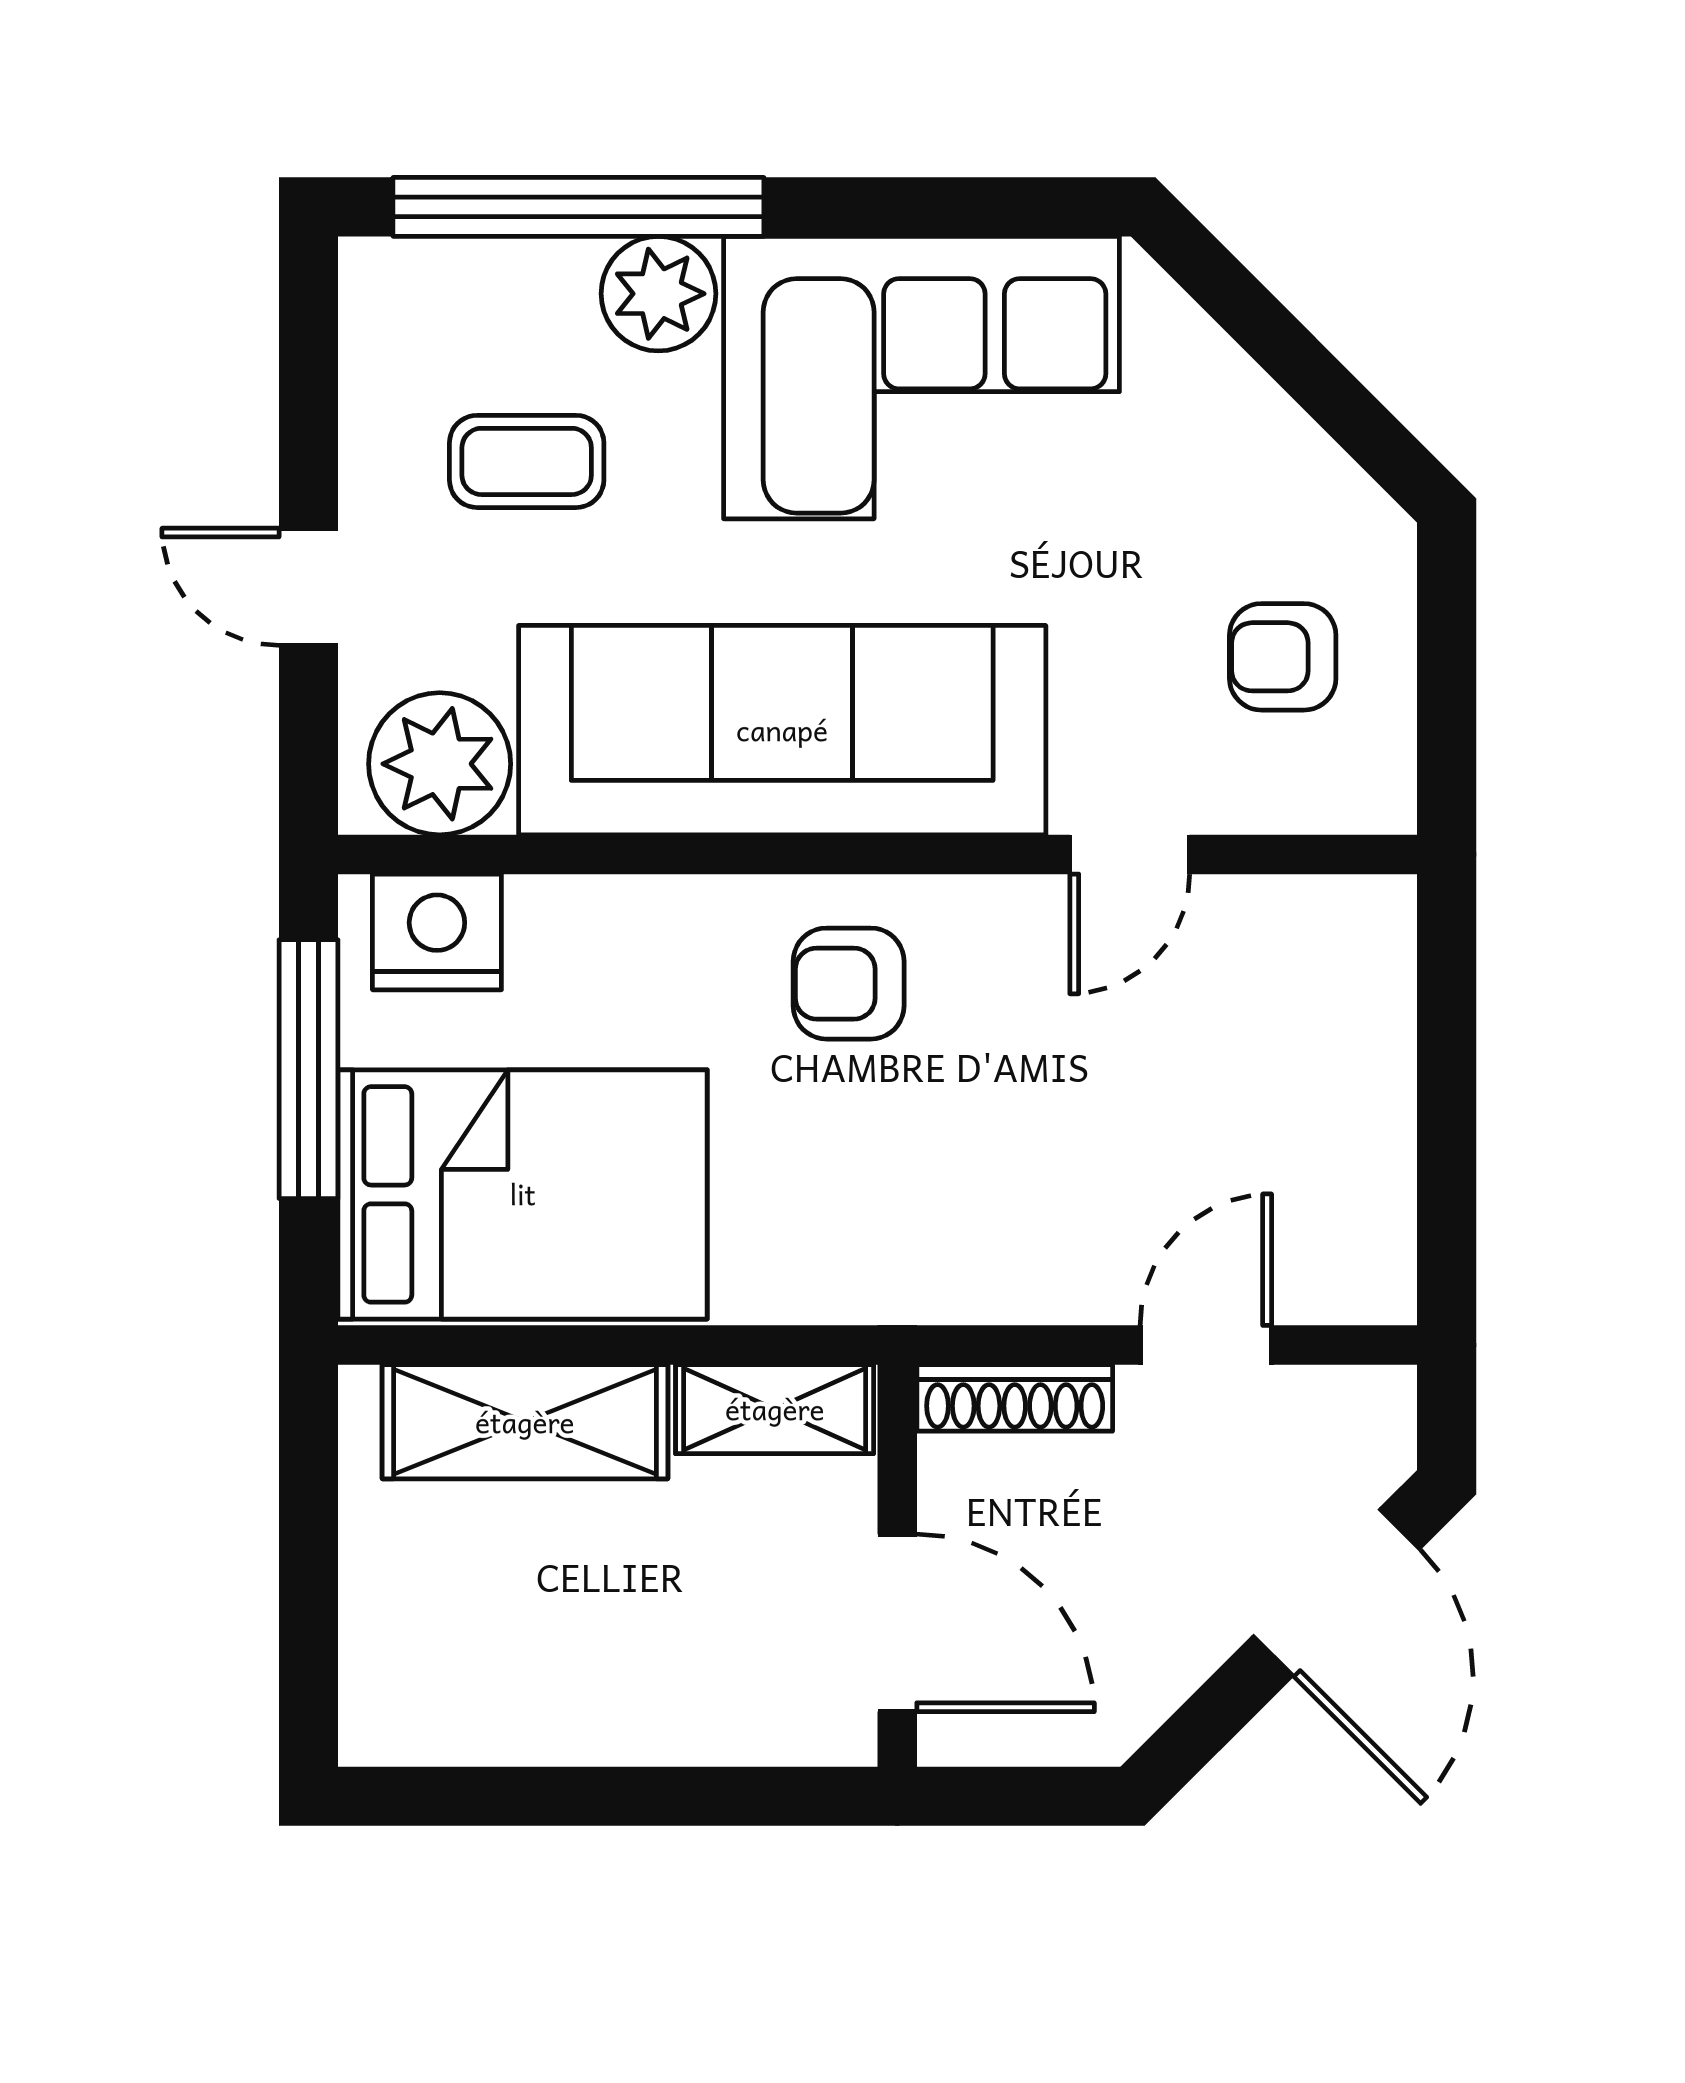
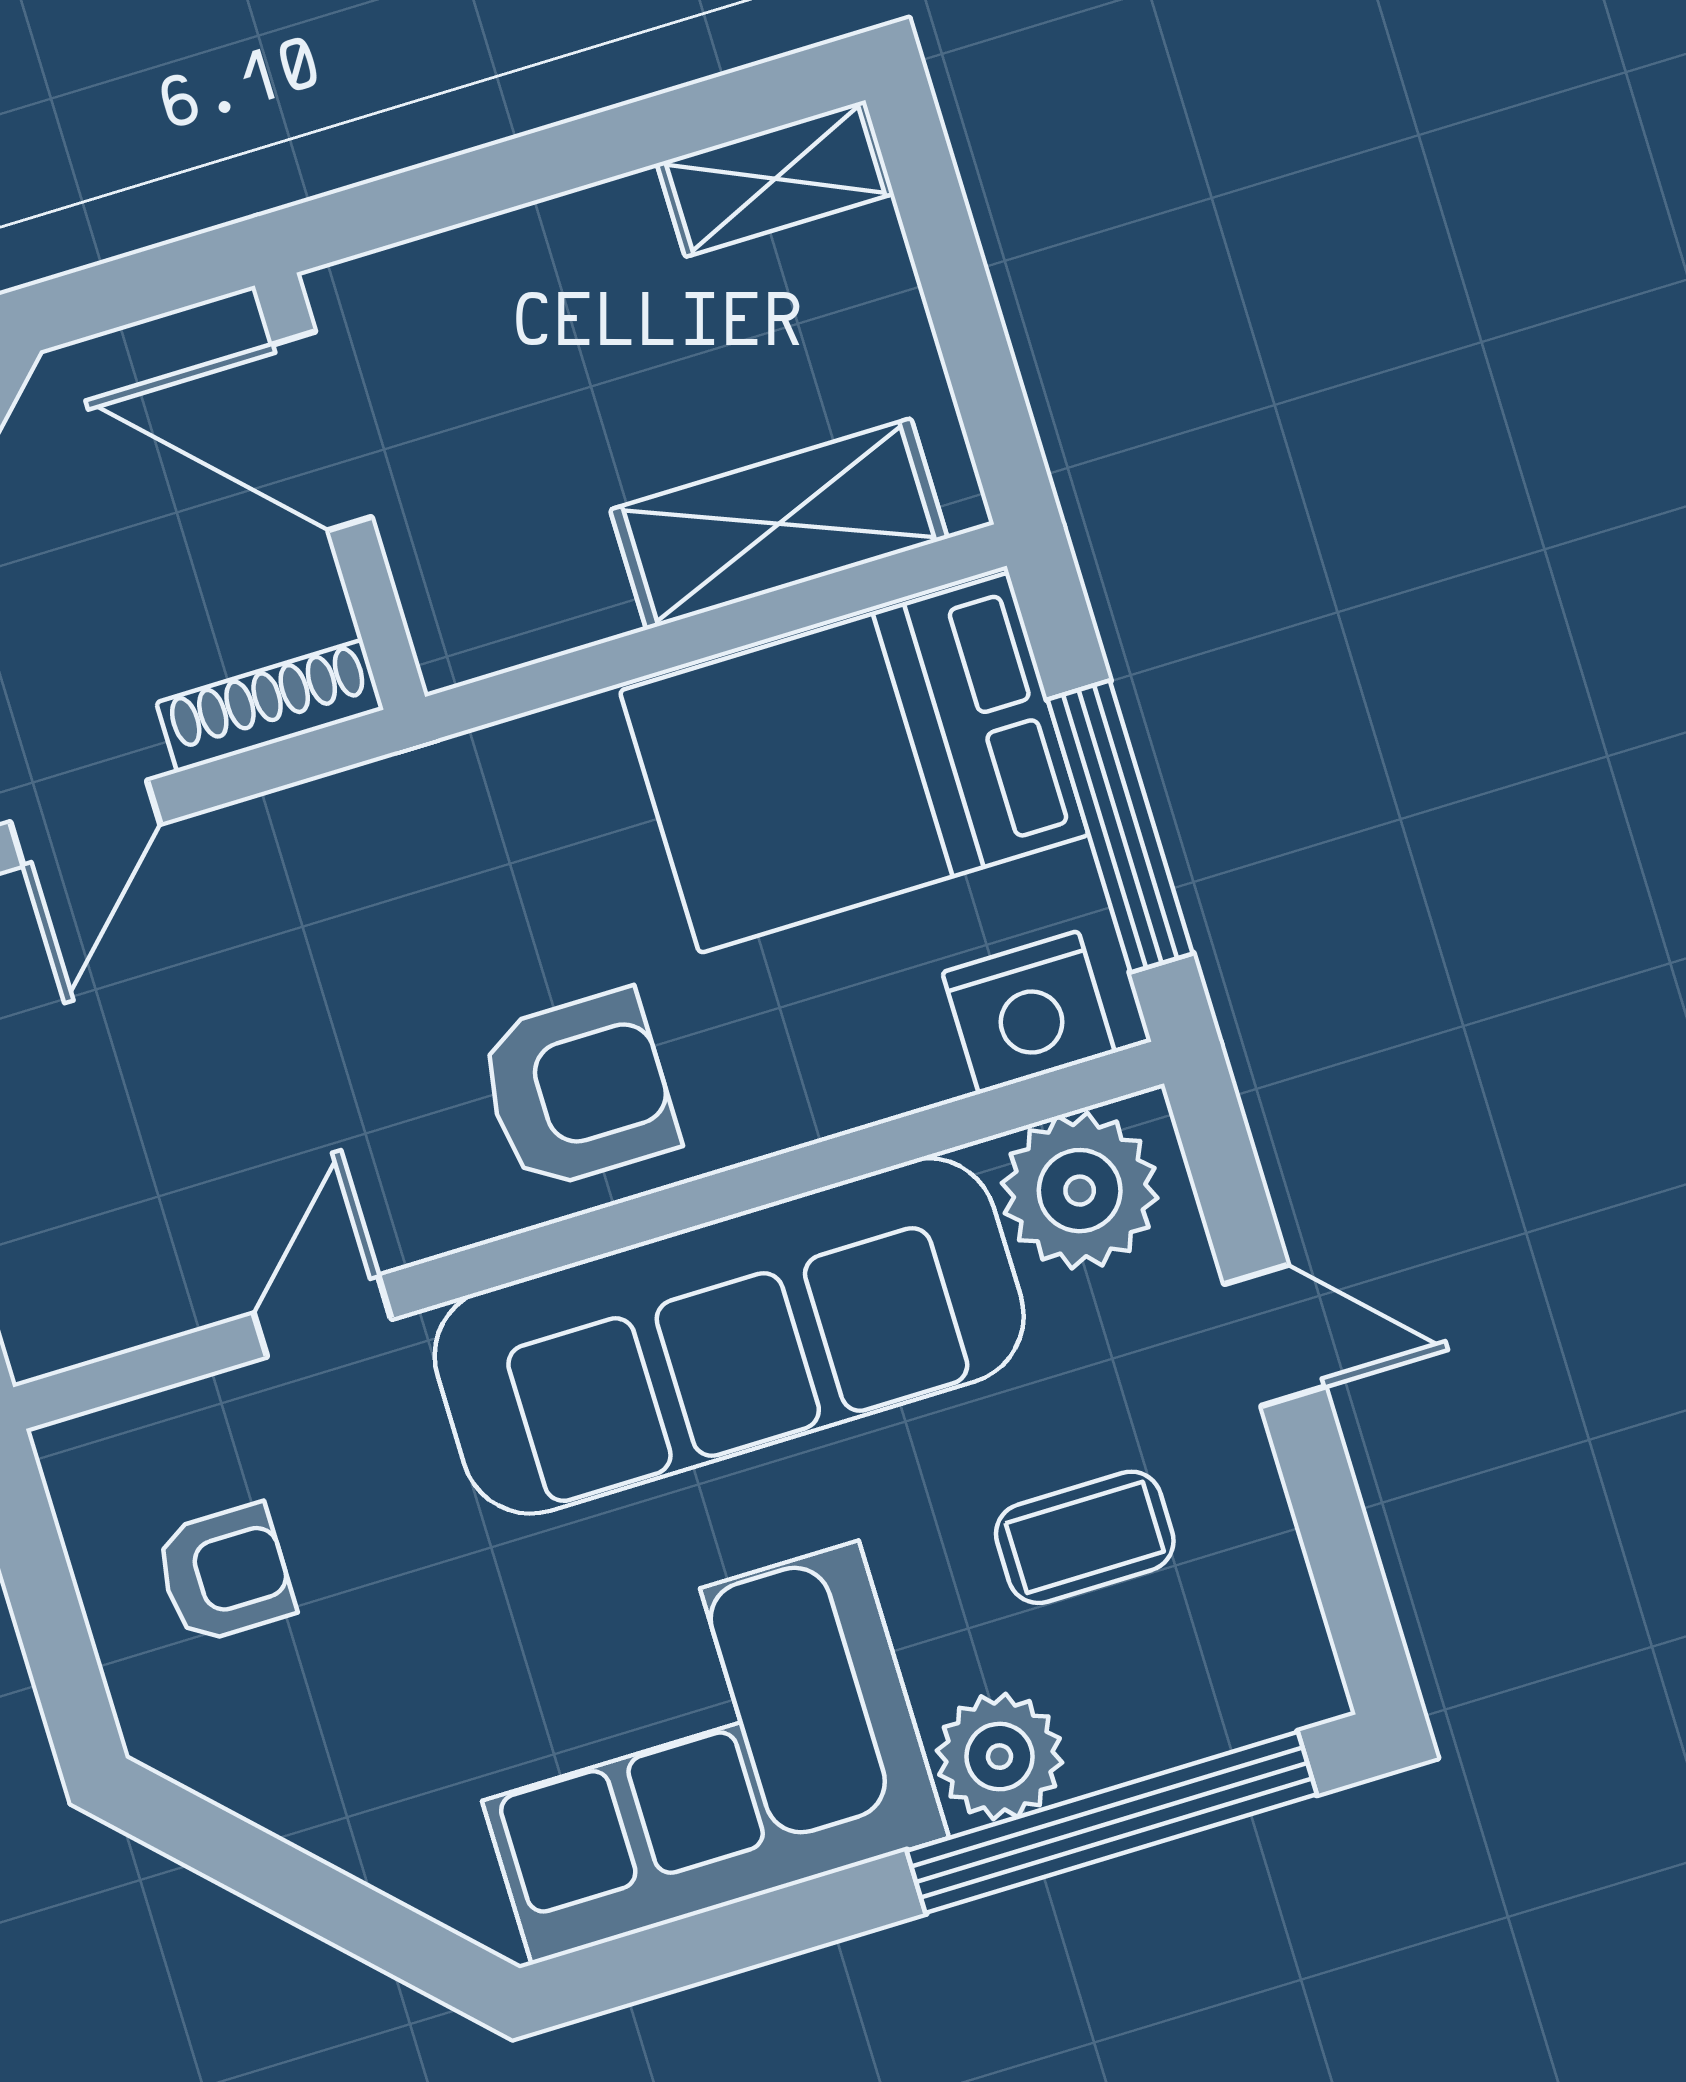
armchair: (849, 984) -> (578, 1090), width x1.38, depth x1.38
shelving: (775, 1409) -> (775, 179), moved

